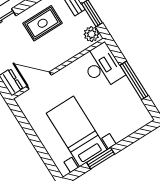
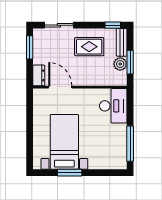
plant: (91, 34) -> (120, 64), moved
window: (134, 80) -> (130, 144), moved

